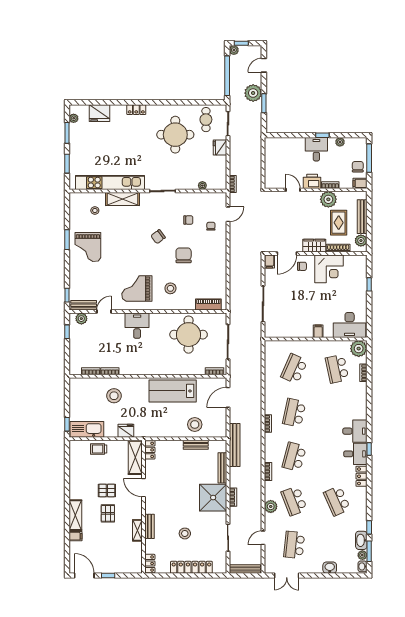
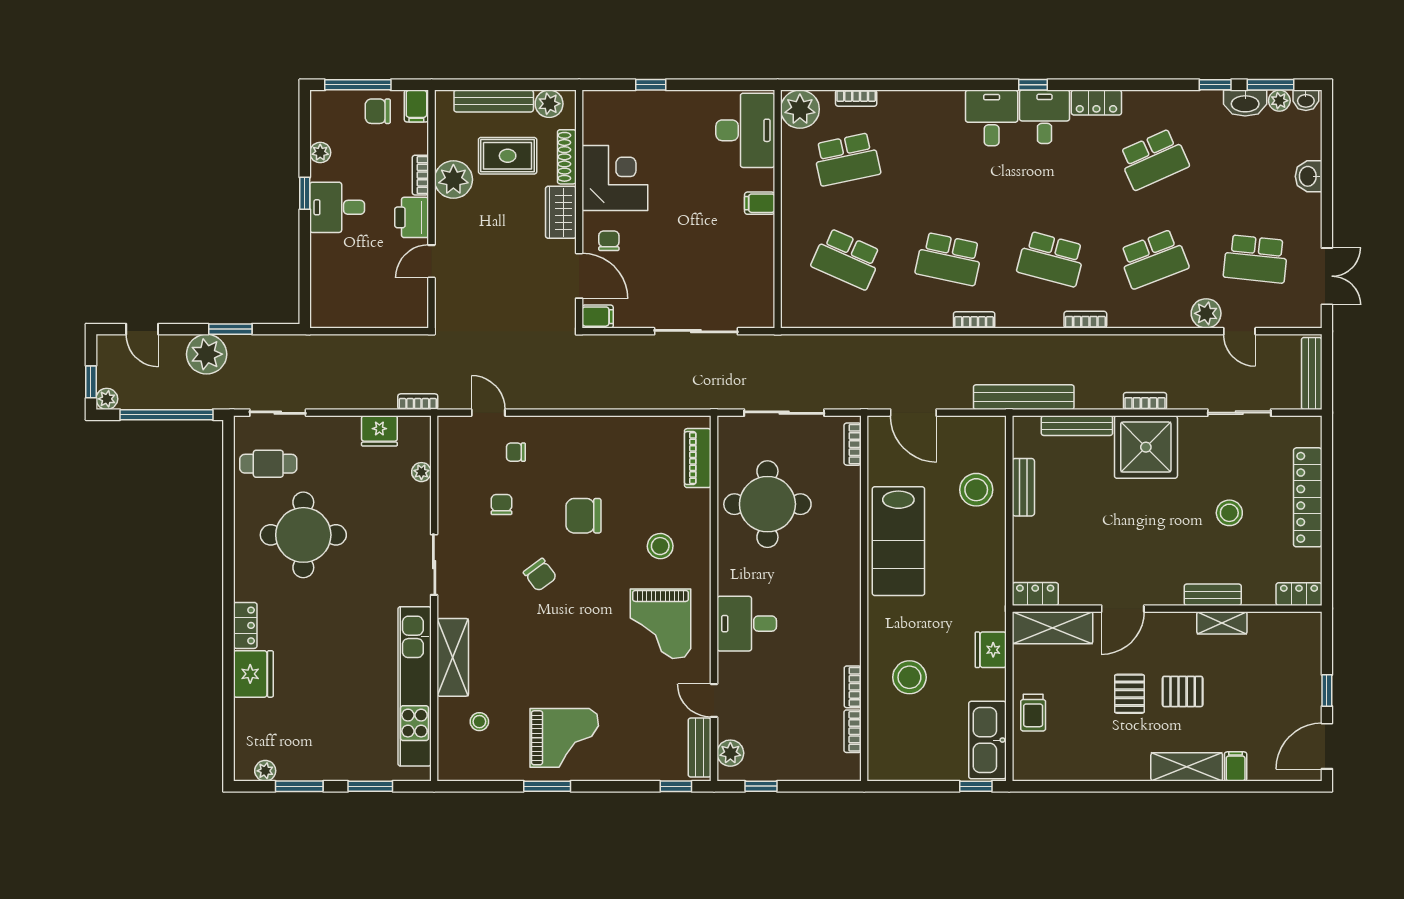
fridge: (99, 113) -> (253, 674), moved
fridge: (220, 148) -> (379, 431), moved
plant: (271, 506) -> (1206, 313), moved

